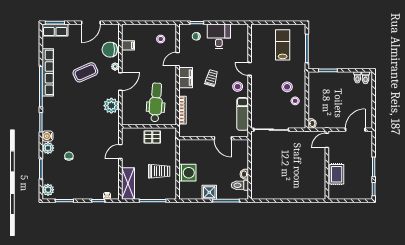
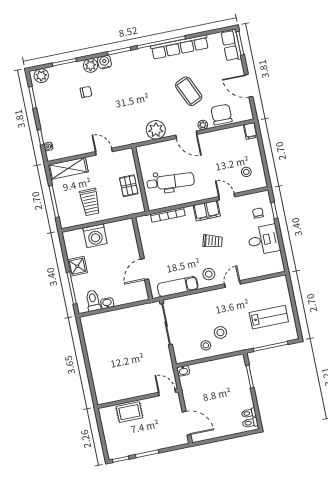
filing cabinet: (128, 45) -> (251, 131), moved

